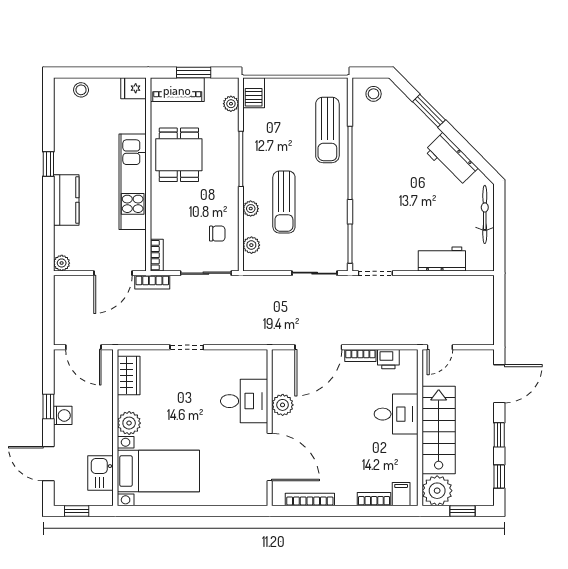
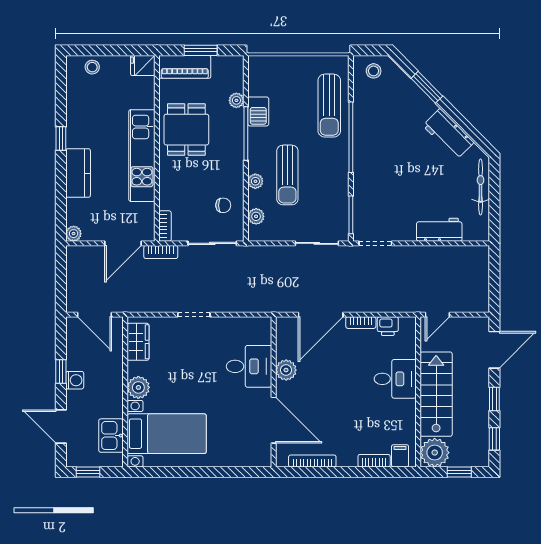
barbecue: (254, 93) -> (258, 111), moved
plant: (231, 104) -> (236, 100), moved

